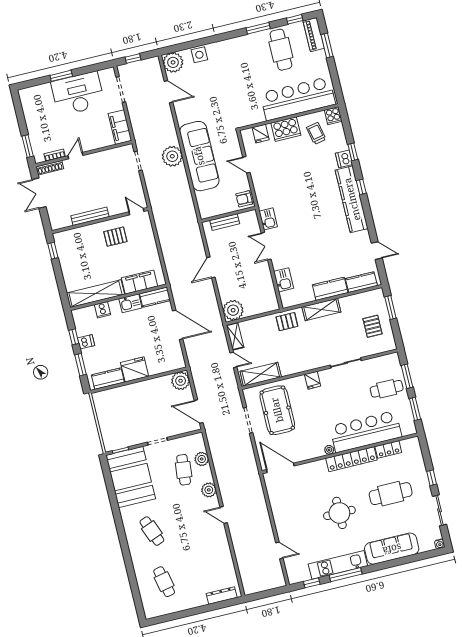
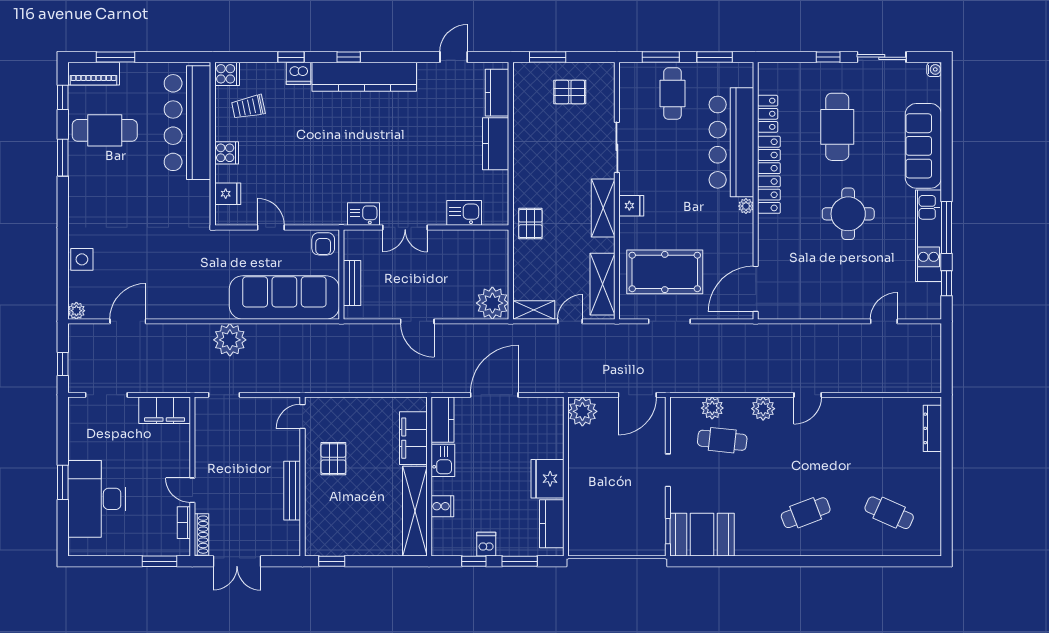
plant: (173, 62) -> (76, 311), width x0.53, depth x0.53
desk: (78, 94) -> (97, 499), moved
cooker: (286, 129) -> (227, 153), width x0.53, depth x0.76
sofa: (199, 156) -> (284, 298), moved
door: (246, 165) -> (271, 227), swing flipped
shelving: (321, 309) -> (603, 208), moved
booth: (131, 477) -> (702, 535), width x0.73, depth x0.70
cafe table: (164, 582) -> (889, 513), turned 36

